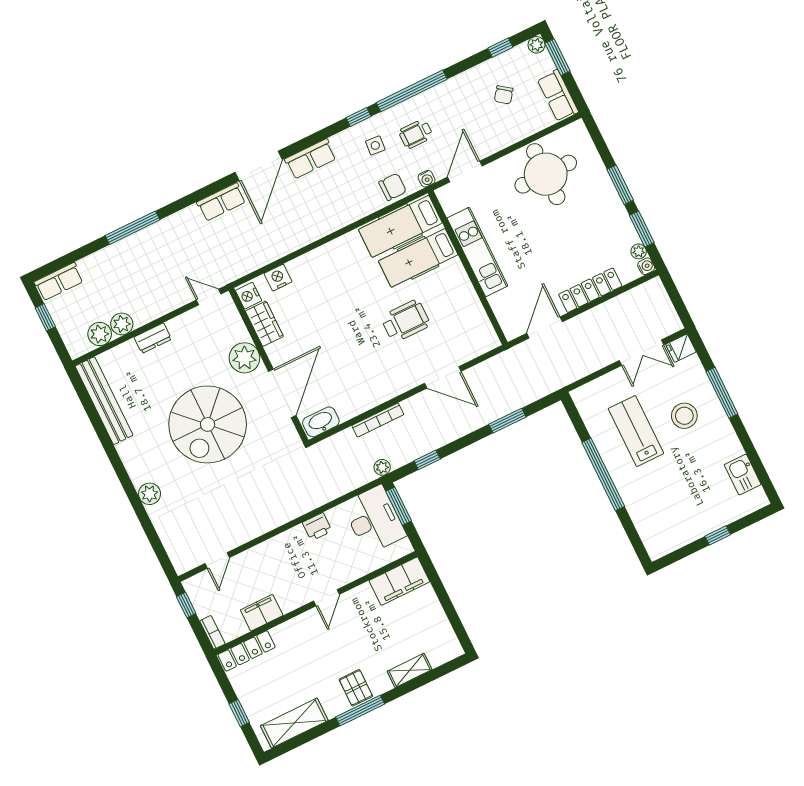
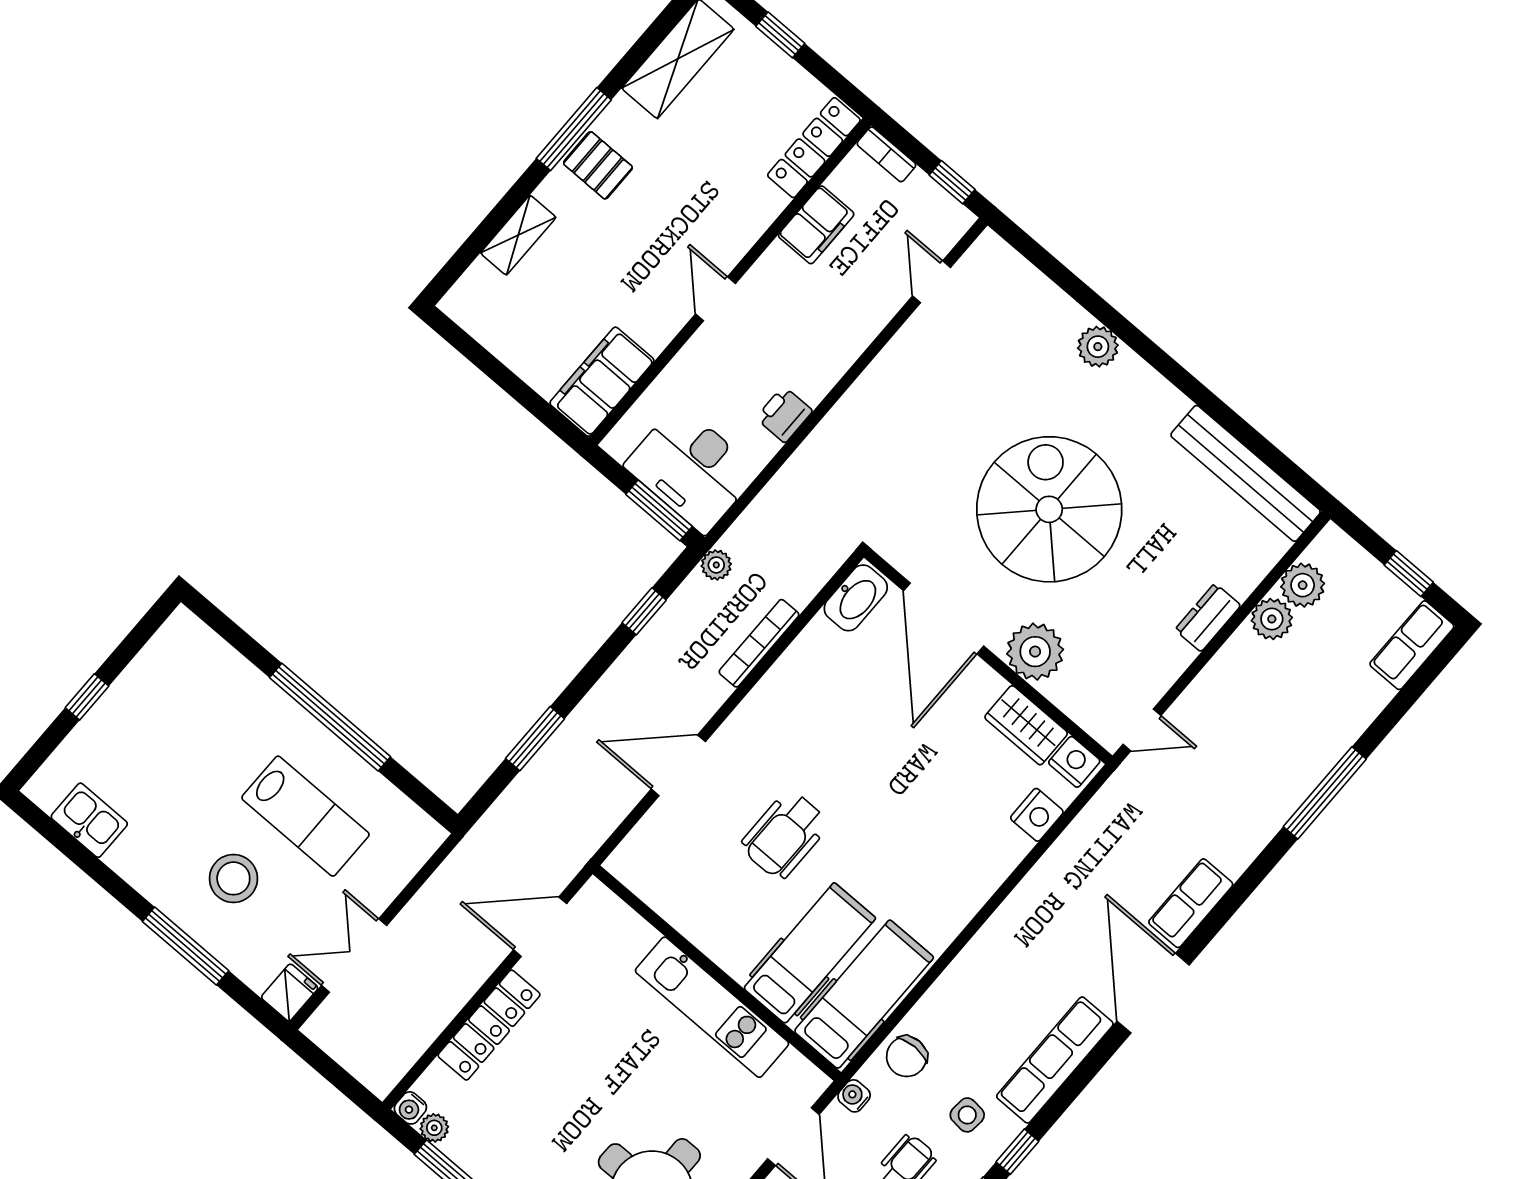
row of seats: (311, 159) -> (1055, 1060), width x1.48
door: (545, 328) -> (540, 927), swing flipped

